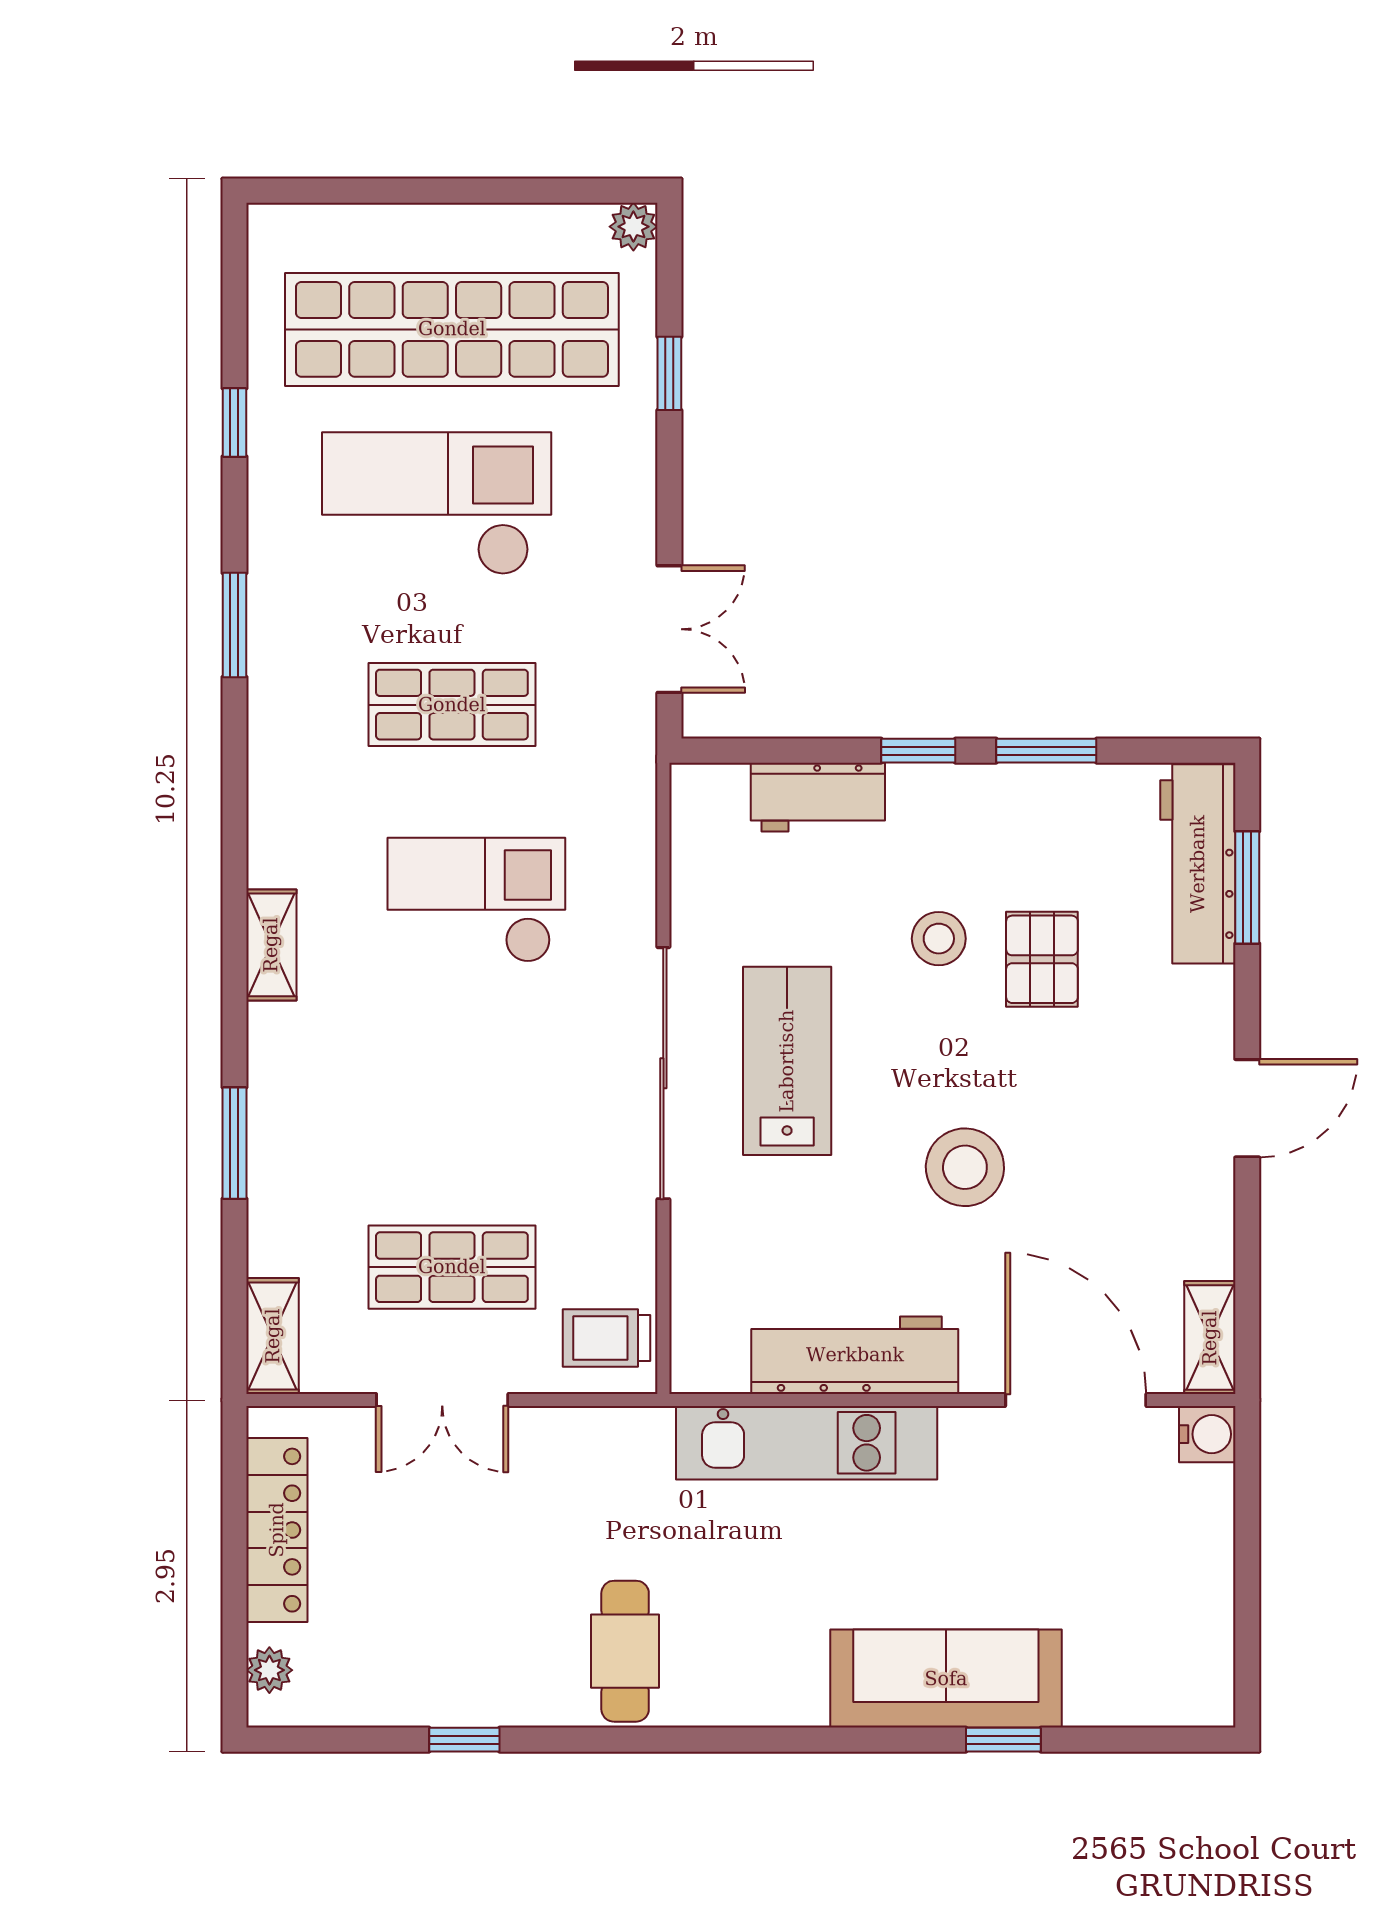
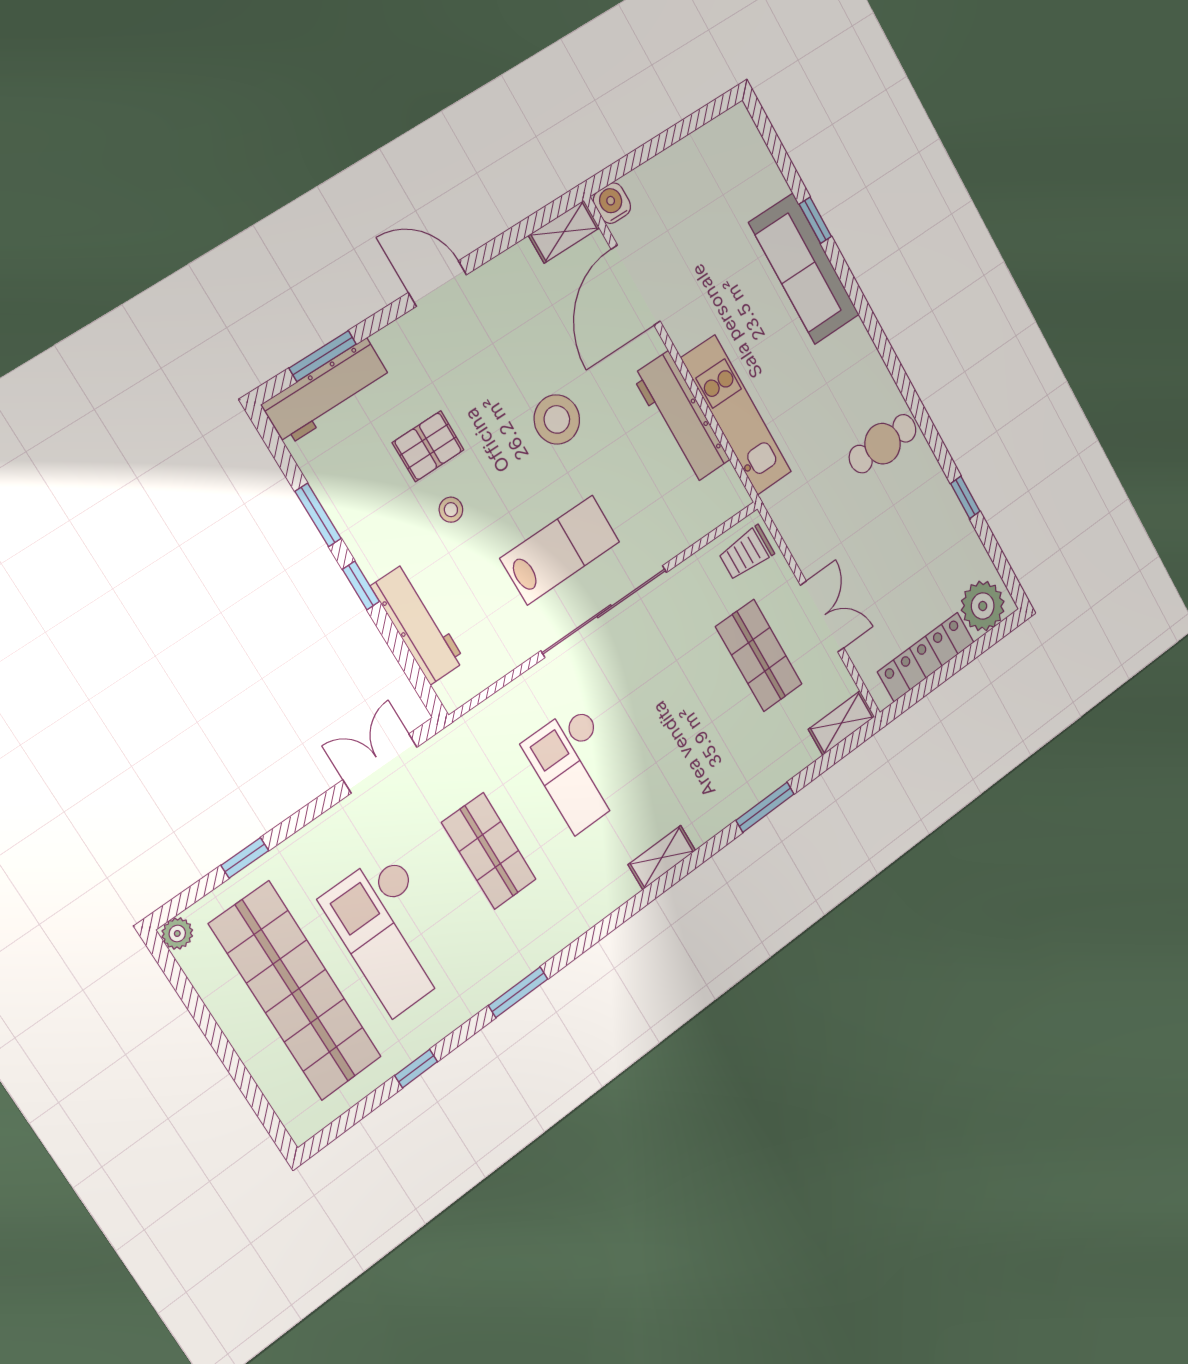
workbench: (818, 797) -> (418, 624), width x1.38
stool: (939, 939) -> (451, 510), width x0.73, depth x0.73
lab bench: (787, 1061) -> (560, 550), turned 180
trolley: (607, 1338) -> (746, 553), turned 90
plant: (269, 1670) -> (983, 606), width x1.88, depth x1.88

